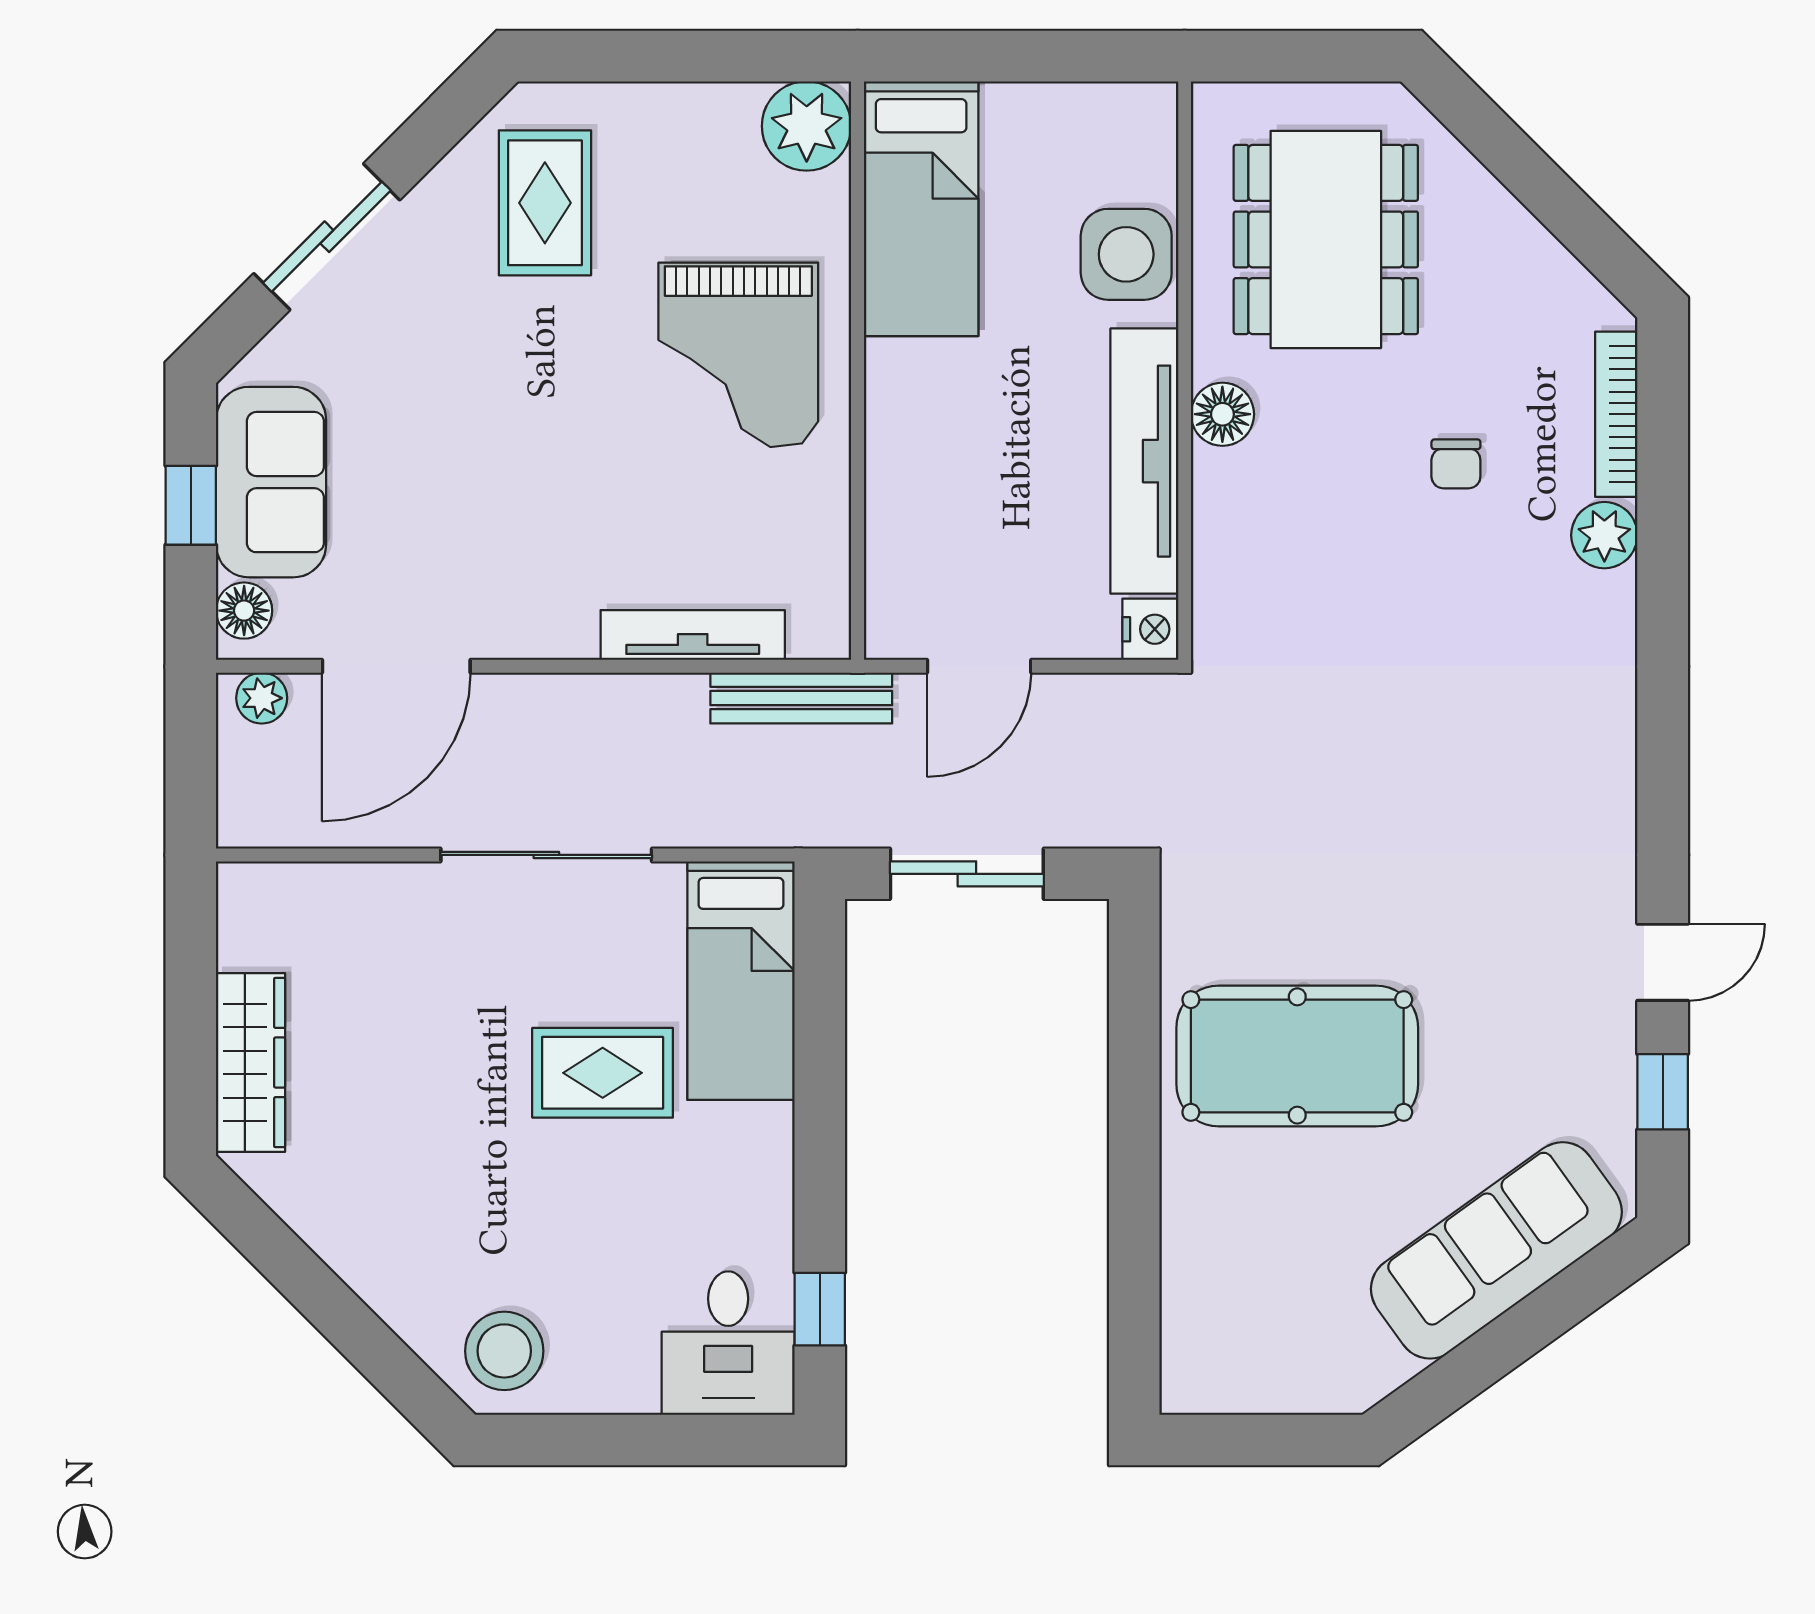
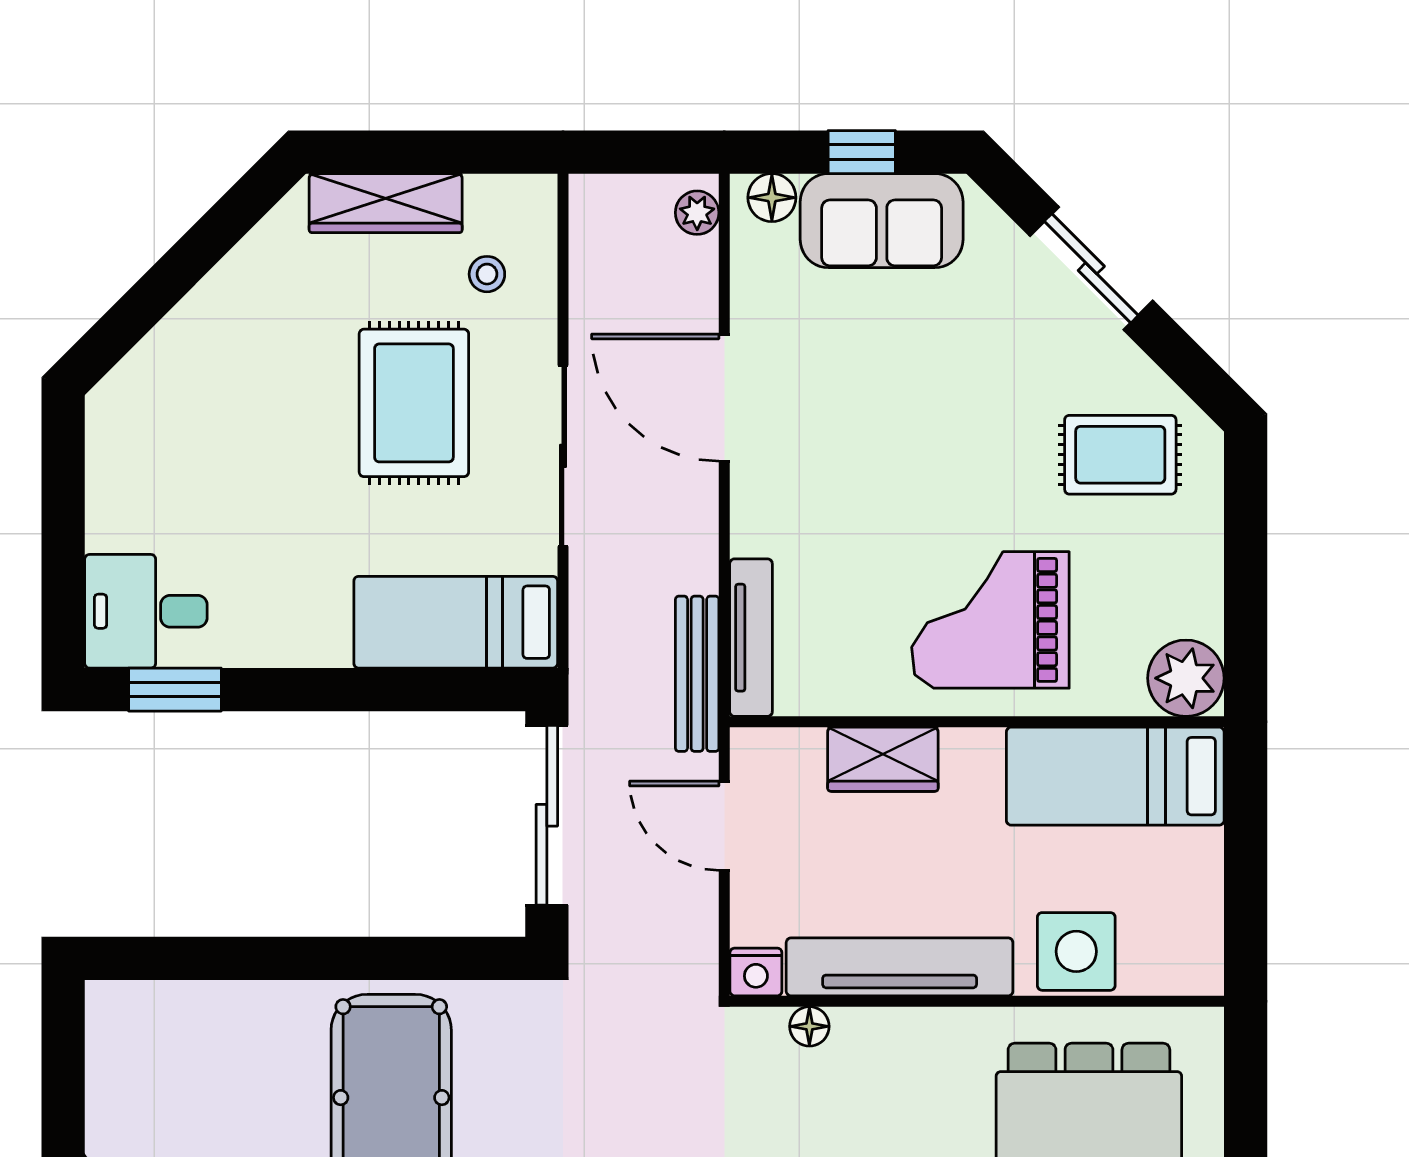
floor lamp: (1222, 414) -> (809, 1026), moved, width x0.73, depth x0.73
wardrobe: (901, 481) -> (883, 759), added
tv unit: (693, 635) -> (751, 638), moved
door: (396, 666) -> (724, 398), moved
sliding door: (967, 874) -> (547, 815), width x1.37
rug: (603, 1073) -> (414, 403), moved, width x1.36, depth x1.43
window: (820, 1309) -> (175, 690), width x1.50
stool: (504, 1351) -> (487, 274), moved, width x0.53, depth x0.53

